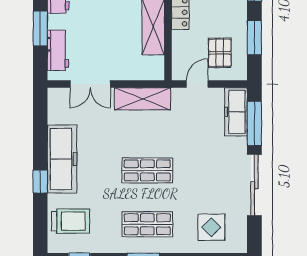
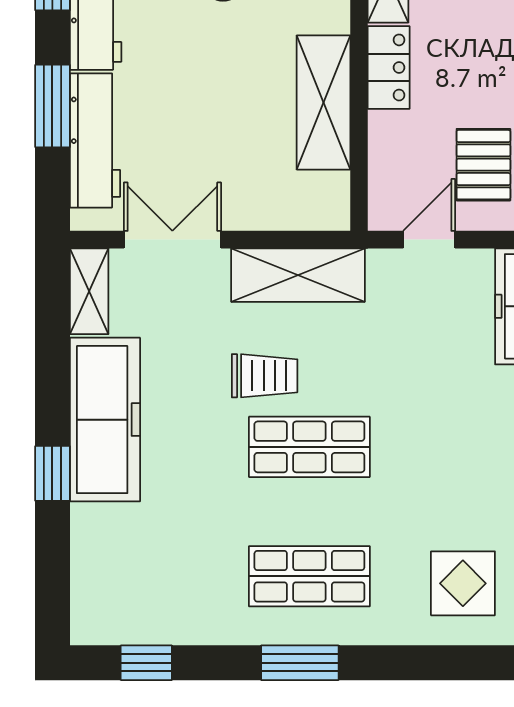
workbench: (58, 50) -> (95, 140), width x1.38
double door: (90, 84) -> (172, 240), swing flipped
shelving: (56, 106) -> (89, 291), added
trolley: (71, 221) -> (265, 376), moved, width x0.73, depth x0.72

